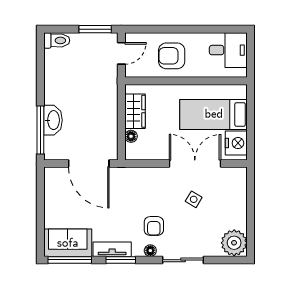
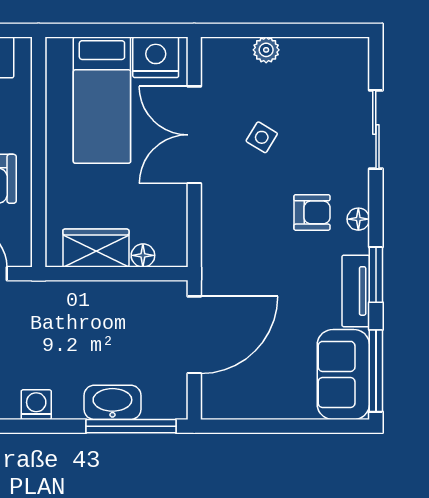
washing machine: (52, 80) -> (36, 405), added
plant: (234, 243) -> (266, 50), moved, width x0.53, depth x0.53
sliding door: (183, 260) -> (376, 130), moved

